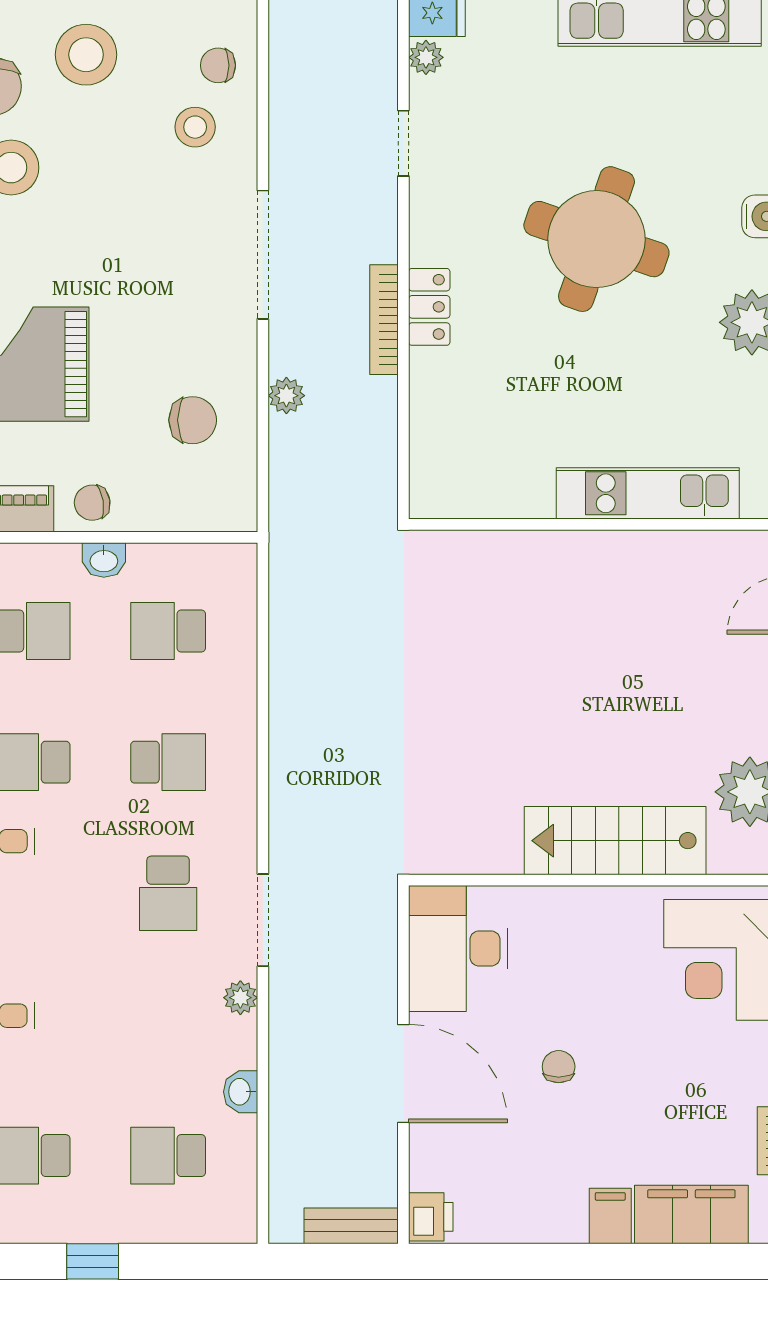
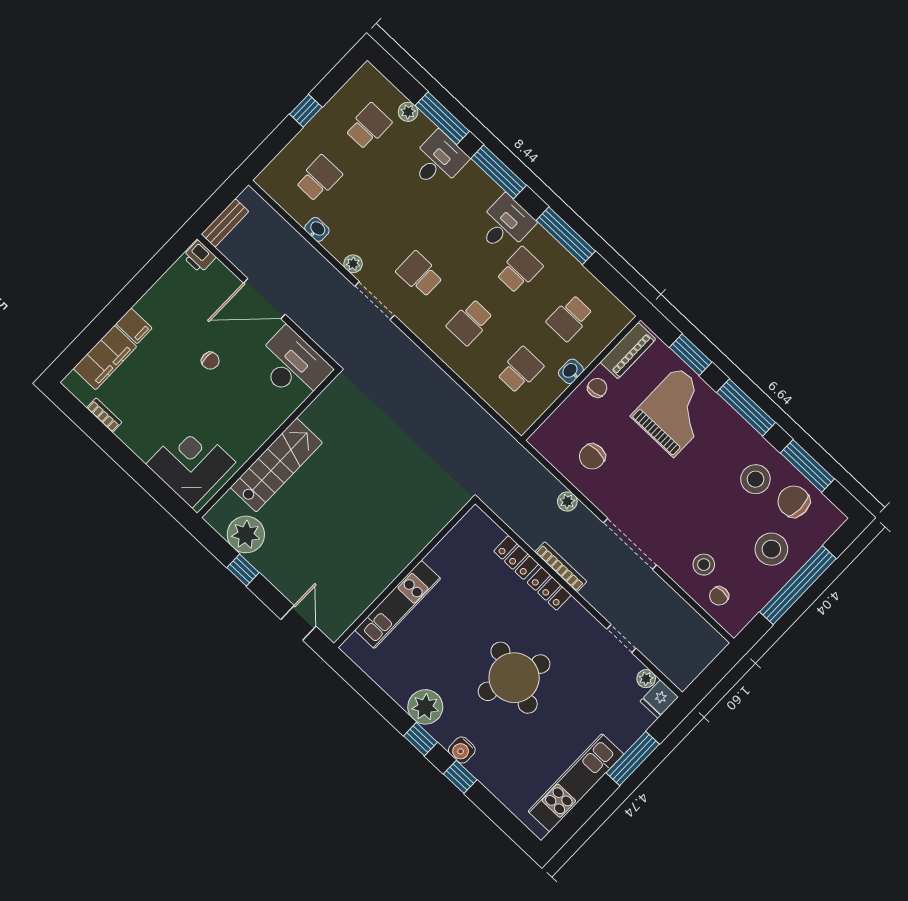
chair: (218, 65) -> (719, 596), turned 180
locker: (430, 393) -> (516, 558), added

